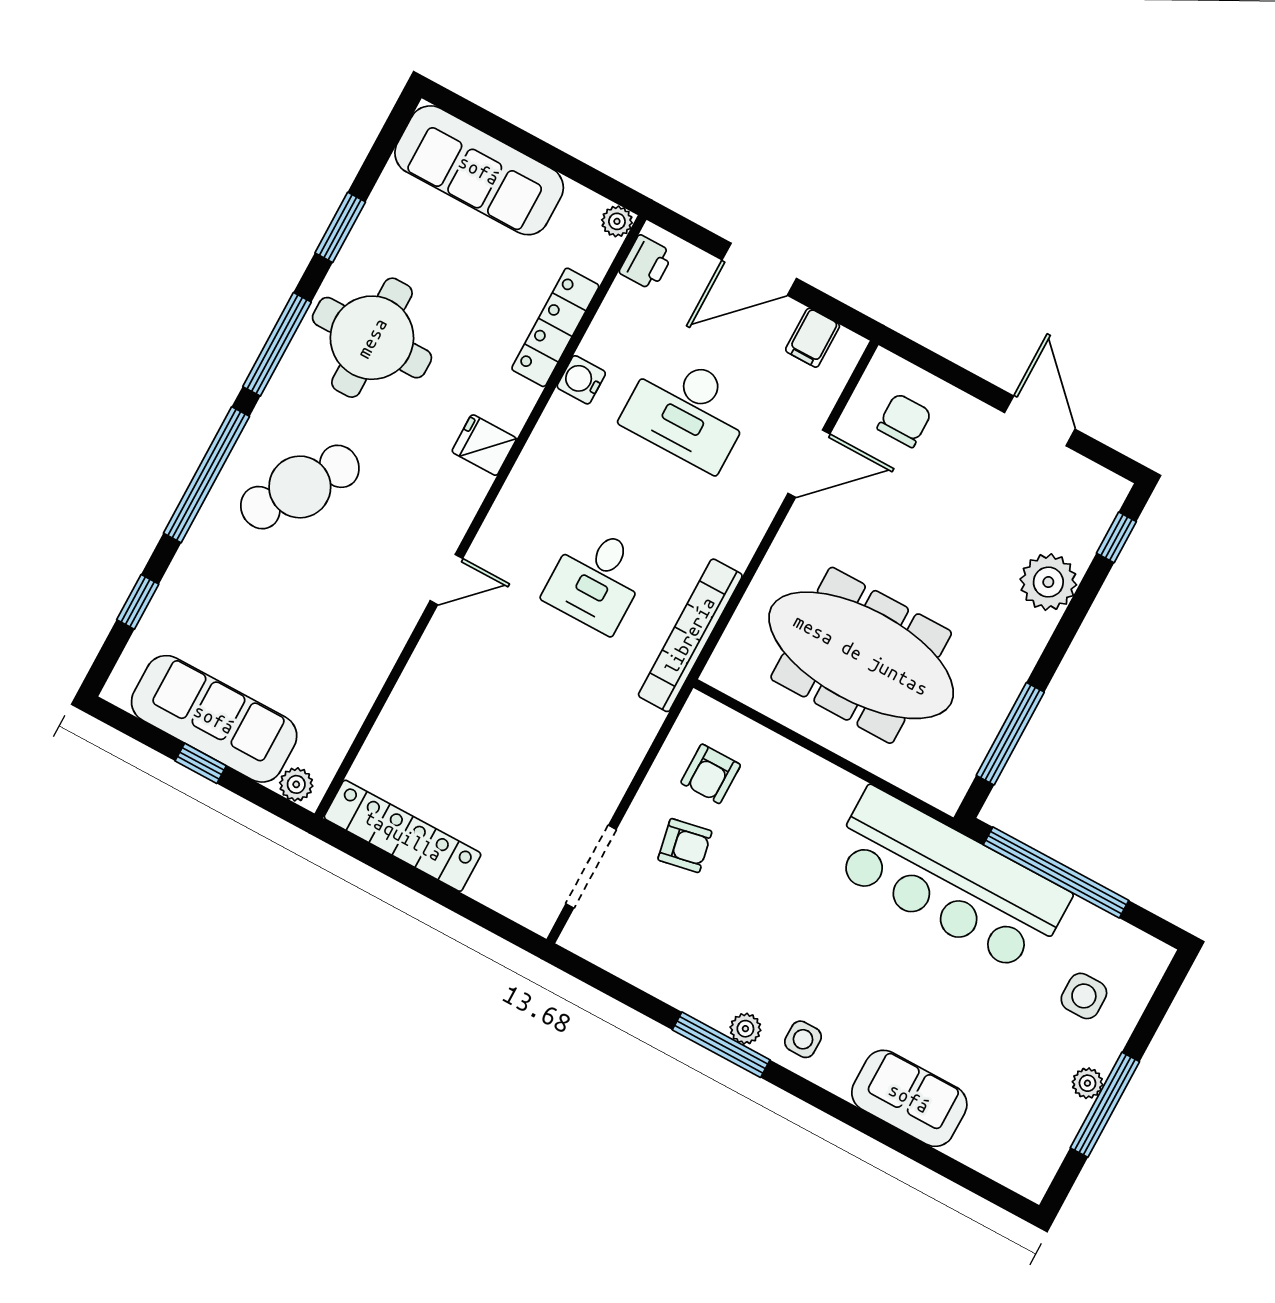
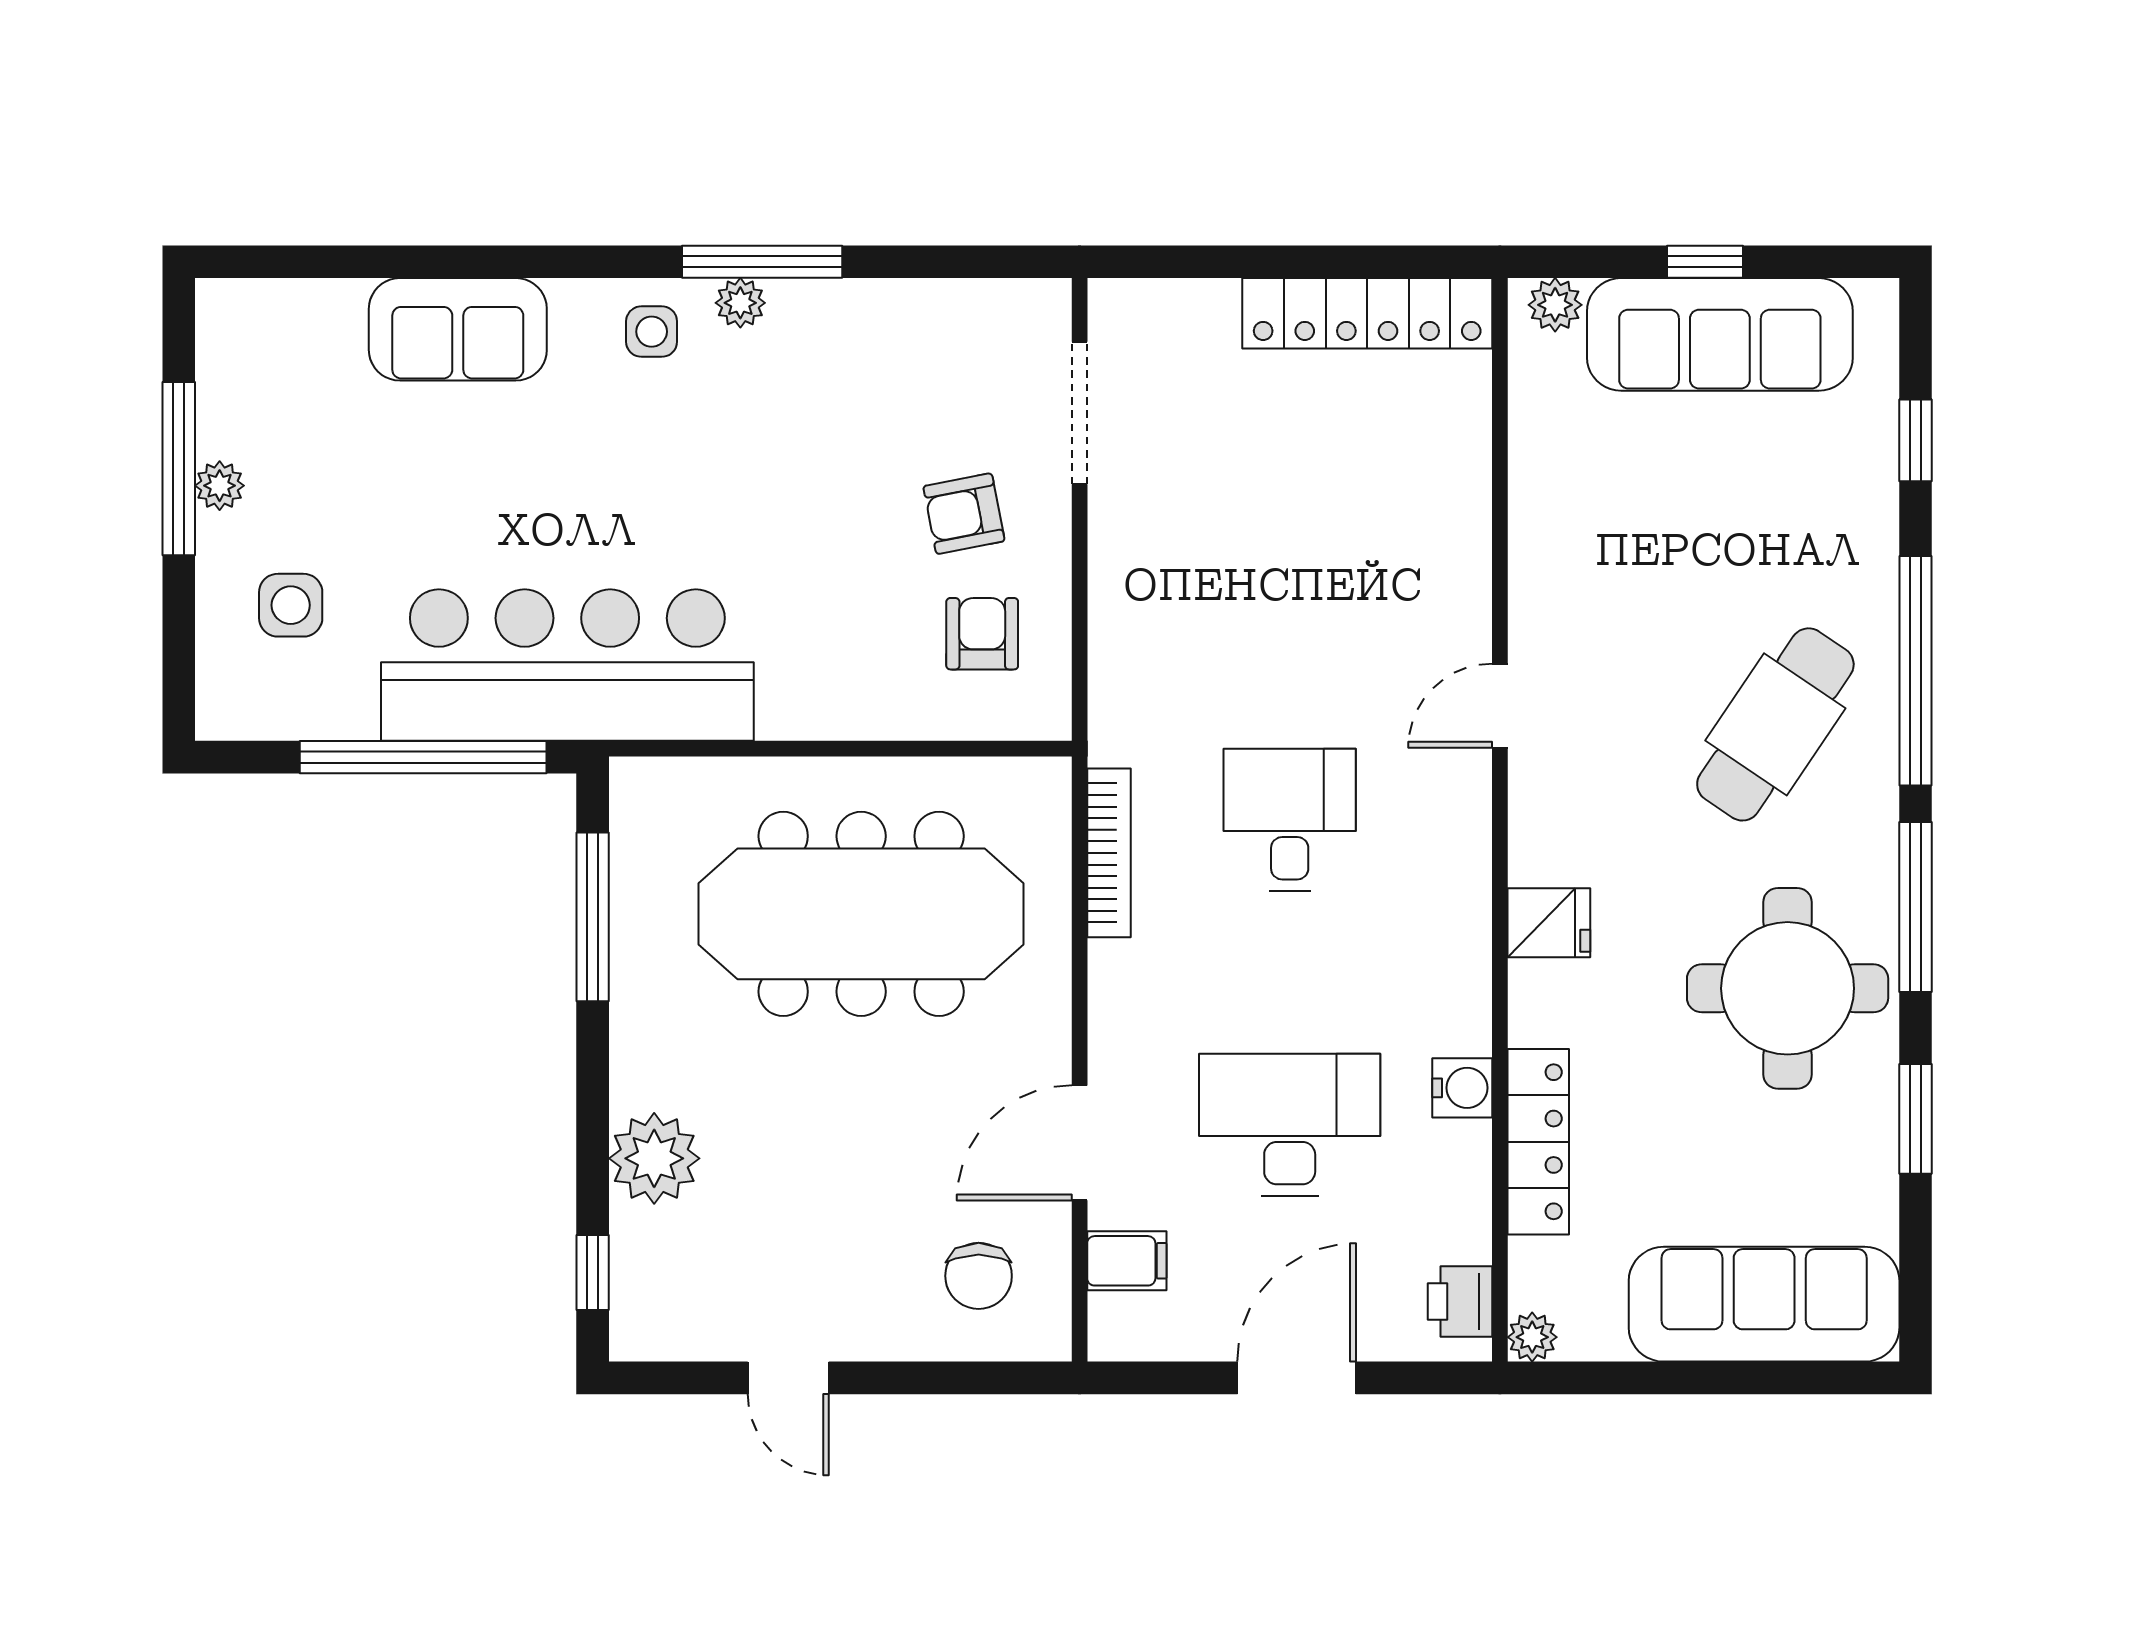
filing cabinet: (813, 338) -> (1127, 1261), moved, turned 90
door: (1040, 421) -> (788, 1378), width x0.73
bookcase: (690, 635) -> (1109, 853), width x0.68, depth x0.76

